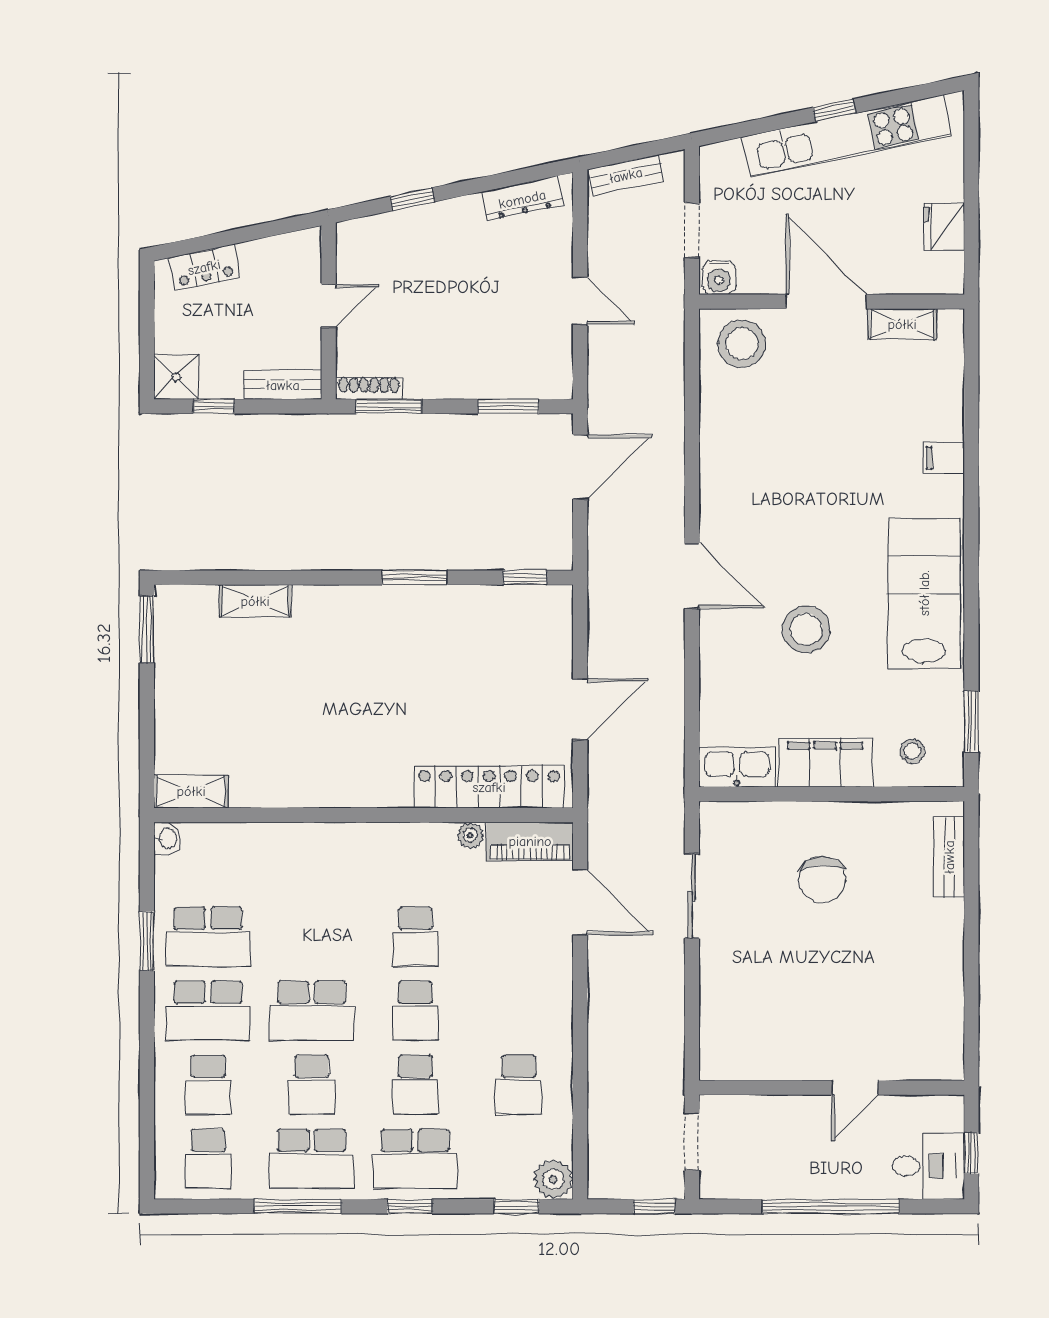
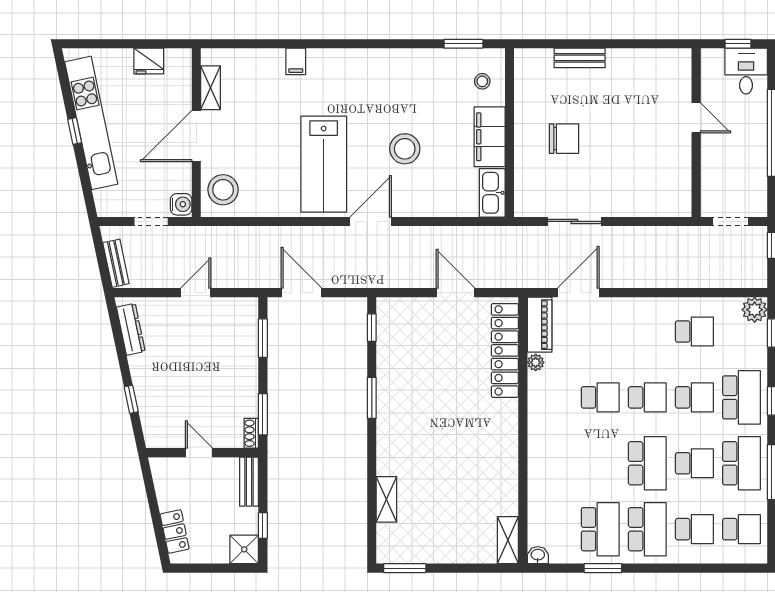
shoe rack: (369, 388) -> (251, 433), width x0.70
lab bench: (924, 593) -> (324, 164), moved, turned -90
bench: (949, 857) -> (580, 58), moved

